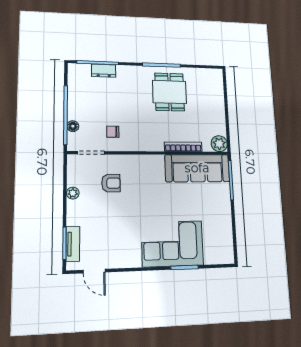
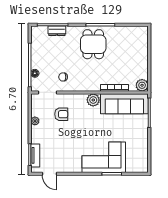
dining table: (170, 92) -> (93, 44), moved
plant: (155, 163) -> (93, 100), added

